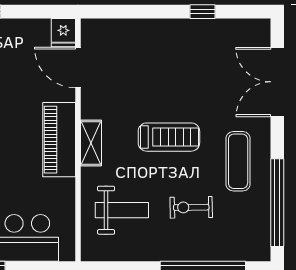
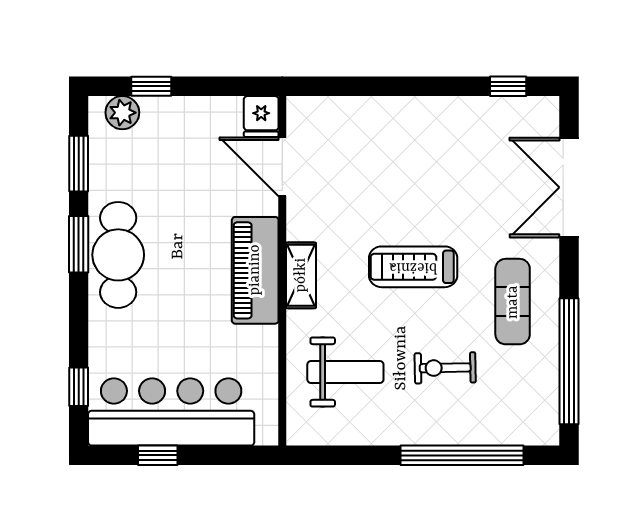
window: (202, 12) -> (508, 86), moved
treadmill: (169, 137) -> (413, 267), turned 180

